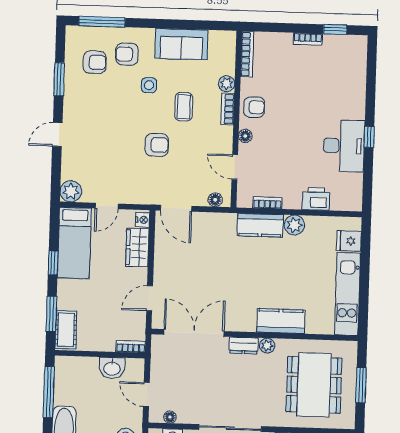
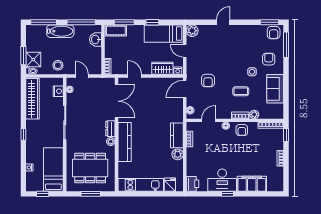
window: (335, 29) -> (286, 135), moved
armchair: (95, 62) -> (274, 33), moved
window: (59, 79) -> (269, 22), moved
filing cabinet: (352, 92) -> (252, 184), added
door: (57, 134) -> (223, 22), hinge flipped
armchair: (157, 145) -> (208, 81), moved
printer: (316, 199) -> (192, 184), moved
kitchen counter: (281, 321) -> (125, 142), width x1.50
washbasin: (112, 368) -> (96, 39), moved
door: (146, 394) -> (82, 76), hinge flipped

